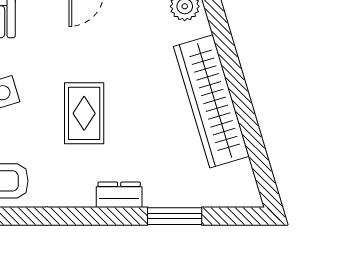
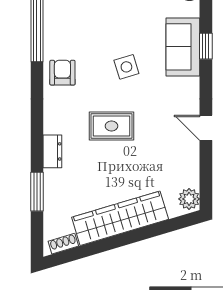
shoe rack: (246, 180) -> (63, 244), added

